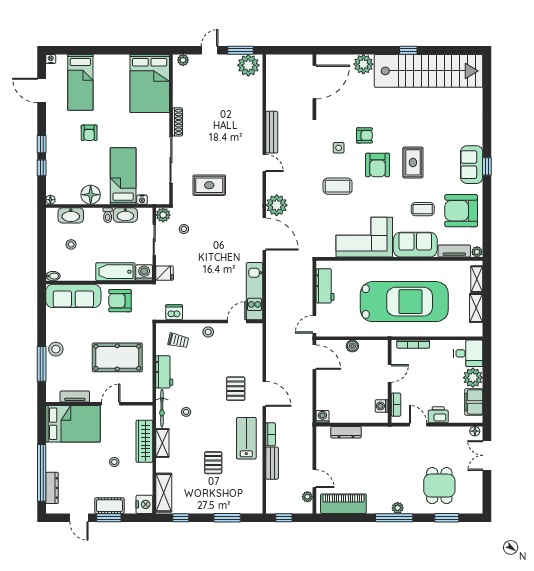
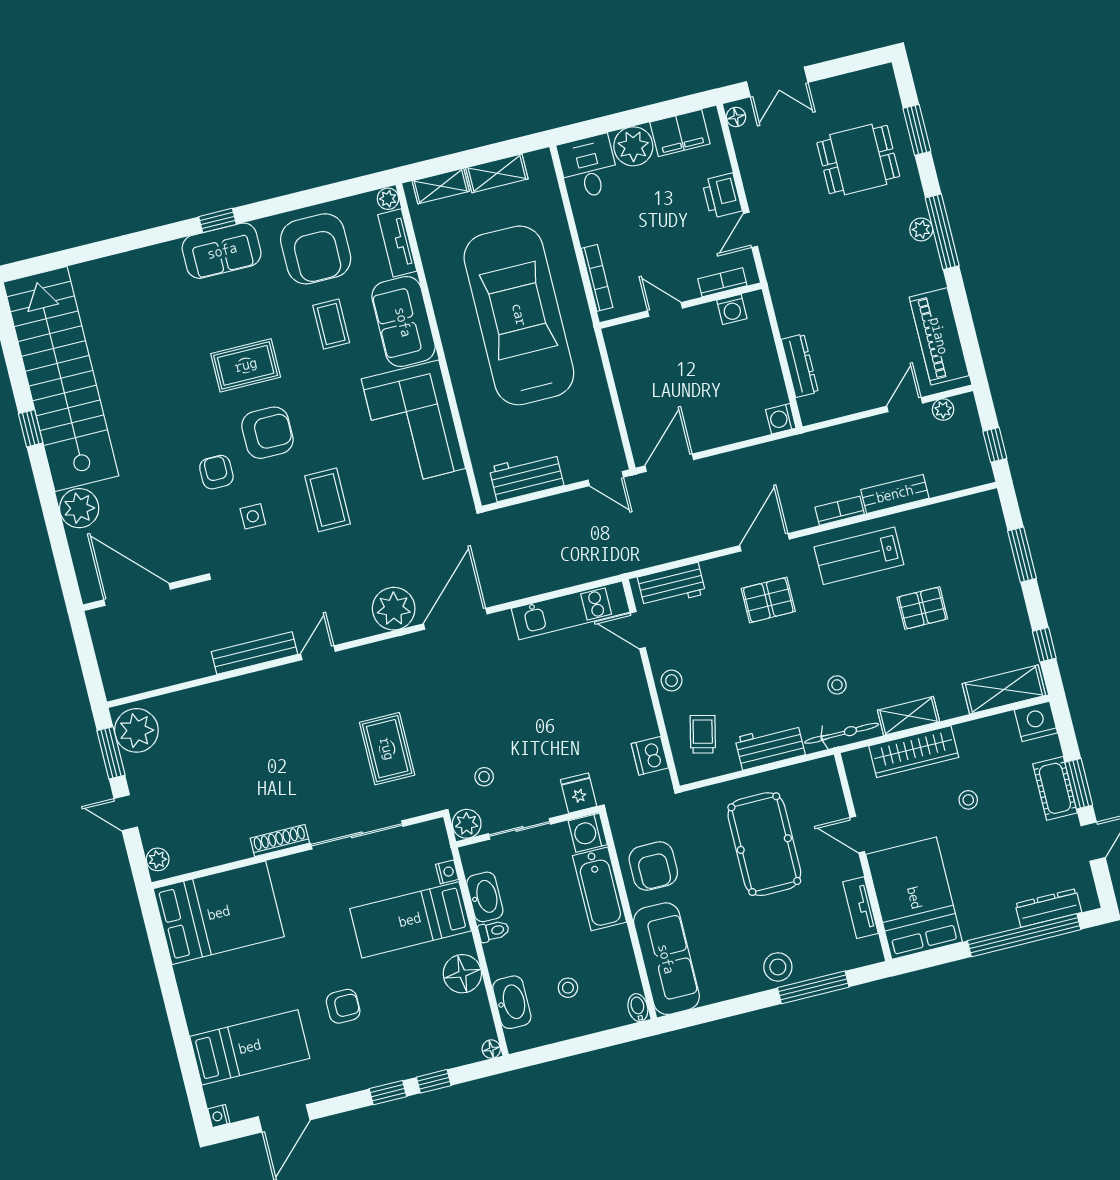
workbench: (254, 343) -> (671, 585), added
boiler: (352, 346) -> (630, 395), removed

